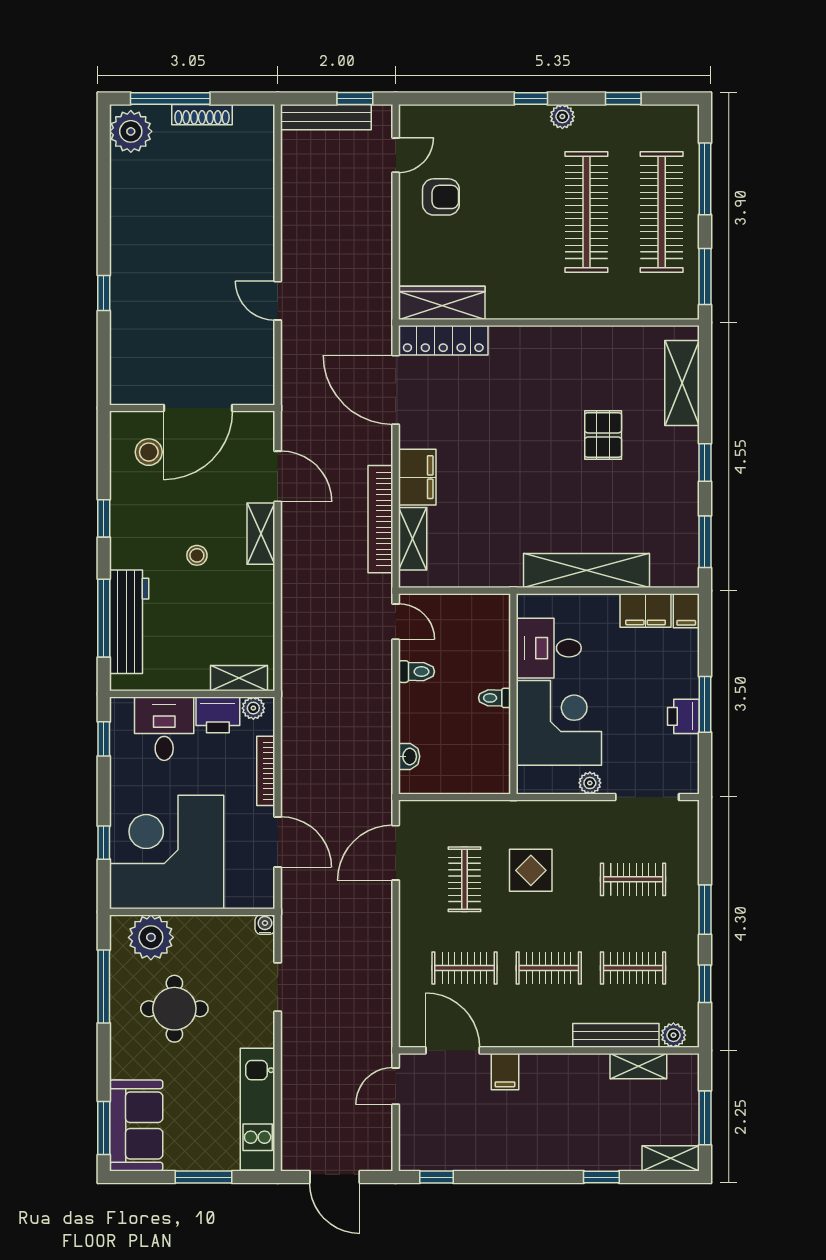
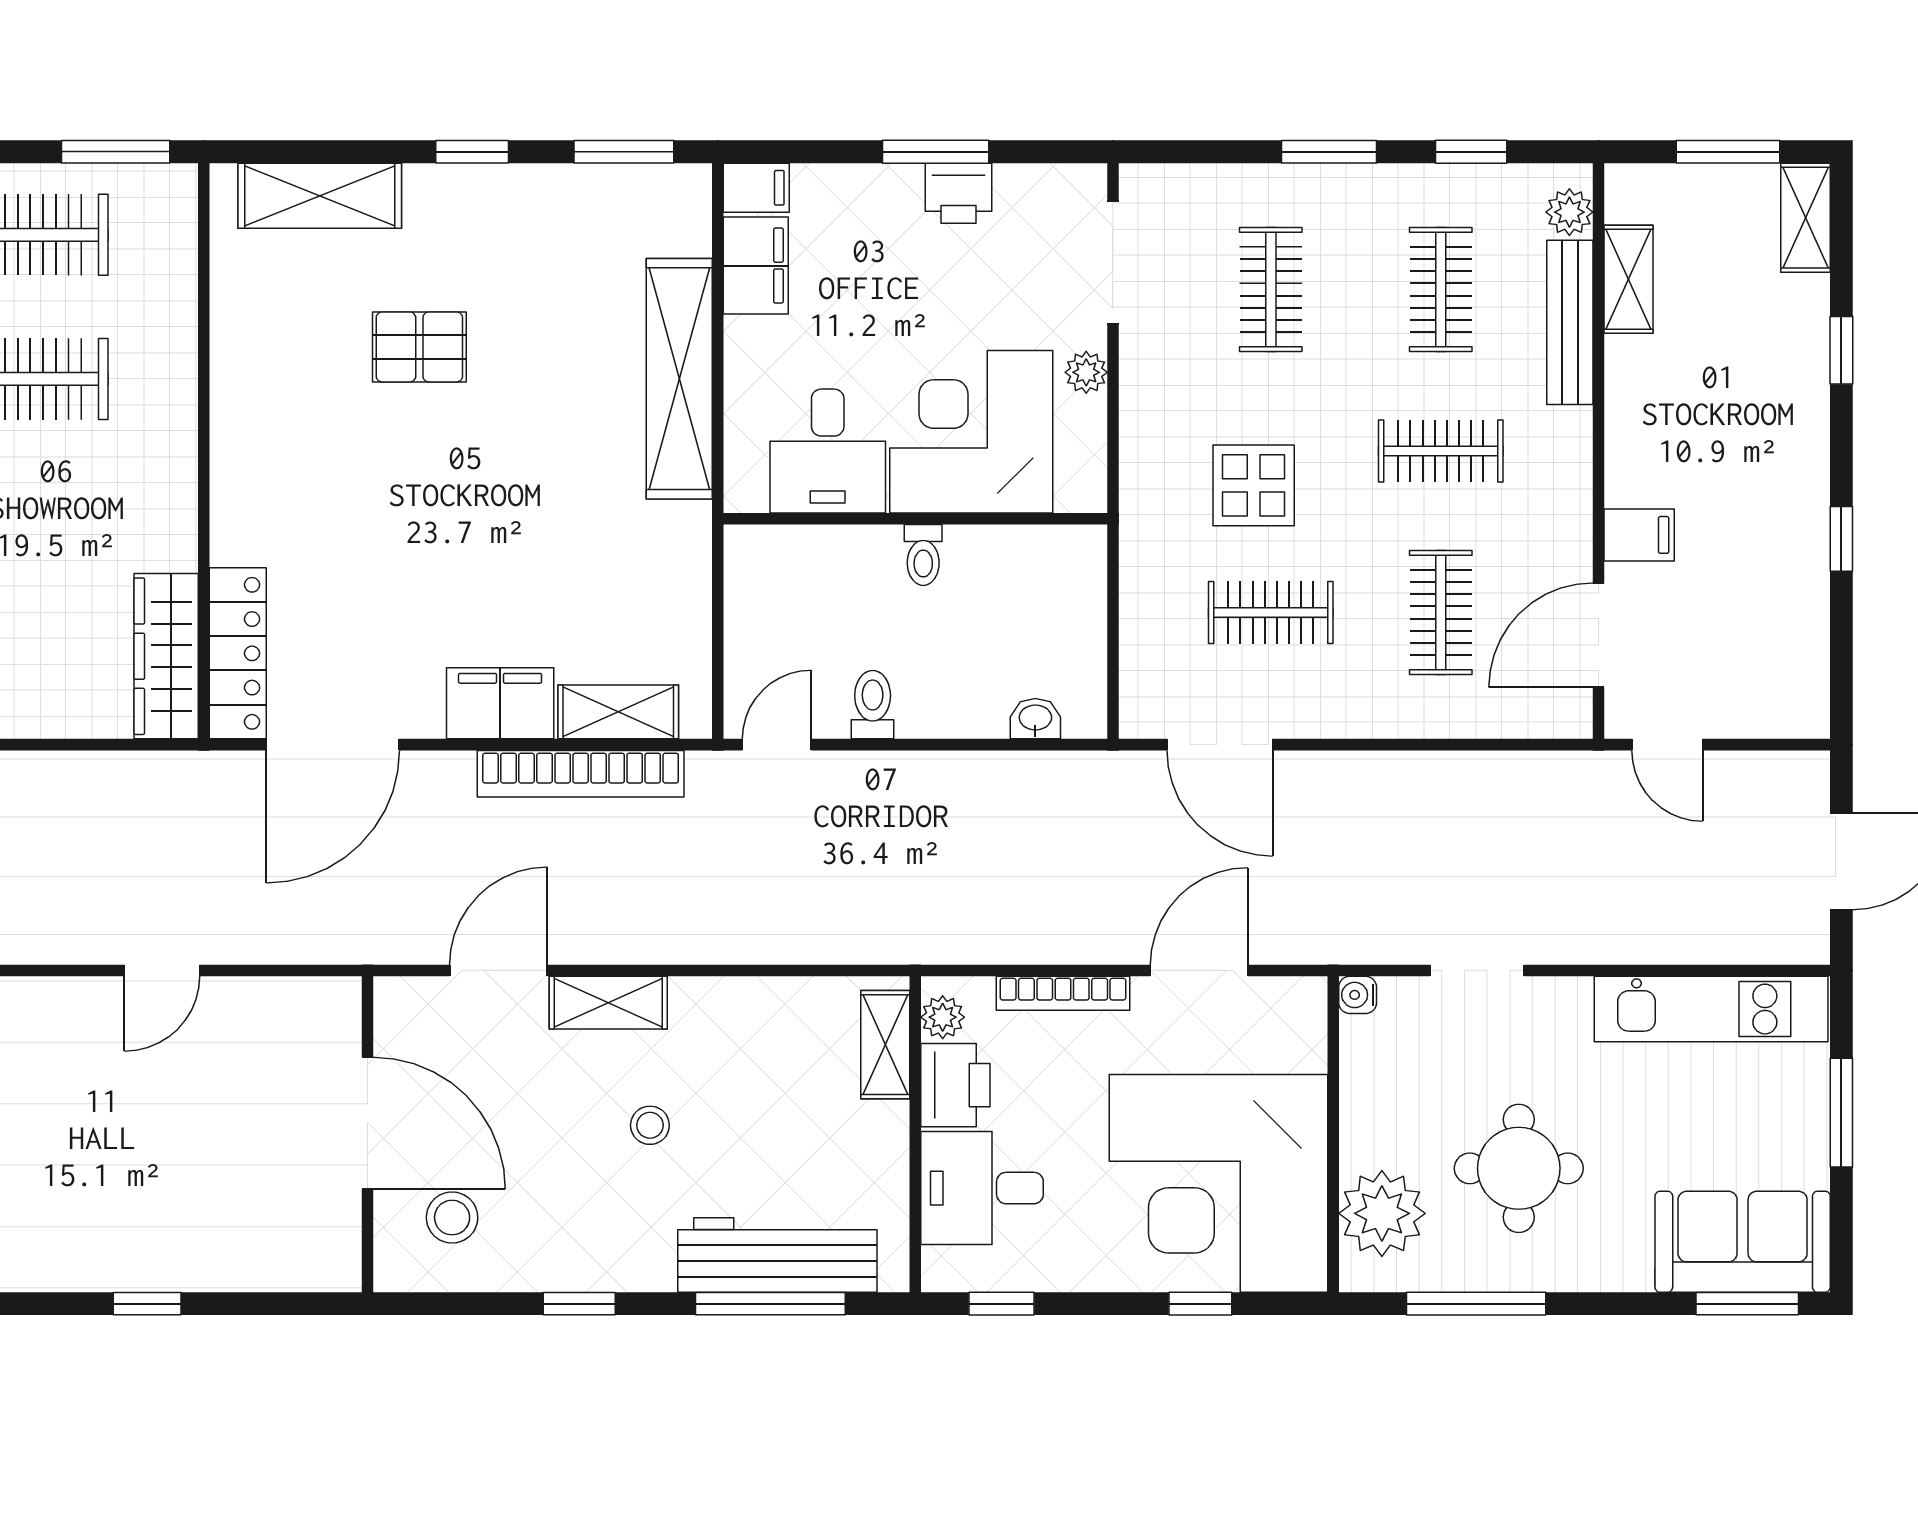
clothes rail: (549, 968) -> (1441, 451), turned 90
window: (436, 1177) -> (1841, 539), moved

